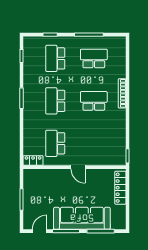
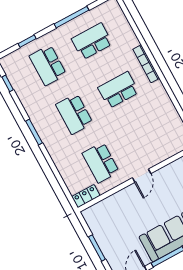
door: (78, 167) -> (142, 176), hinge flipped

